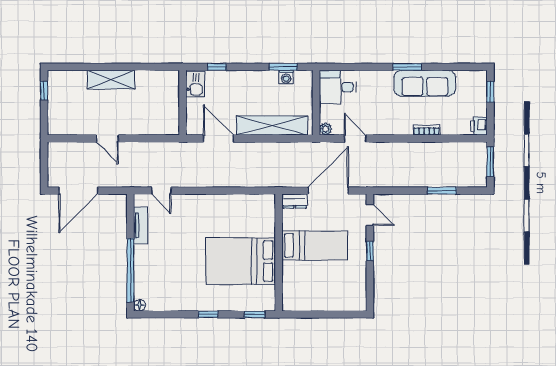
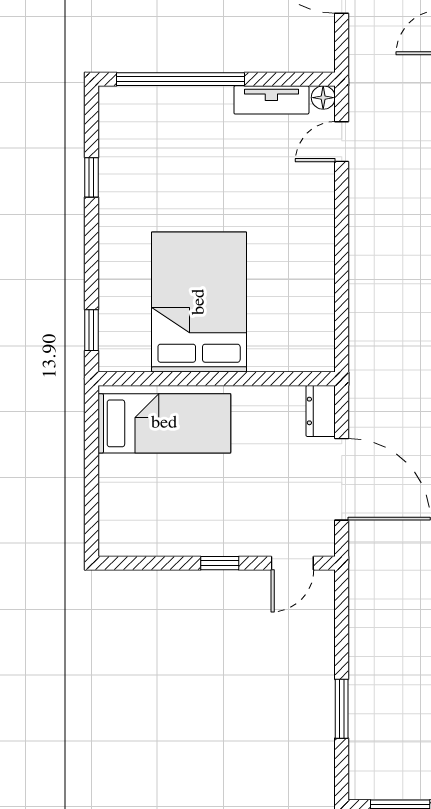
bed: (315, 245) -> (164, 423), moved, turned -90
floor lamp: (140, 305) -> (323, 98), moved
window: (208, 314) -> (91, 177), moved

